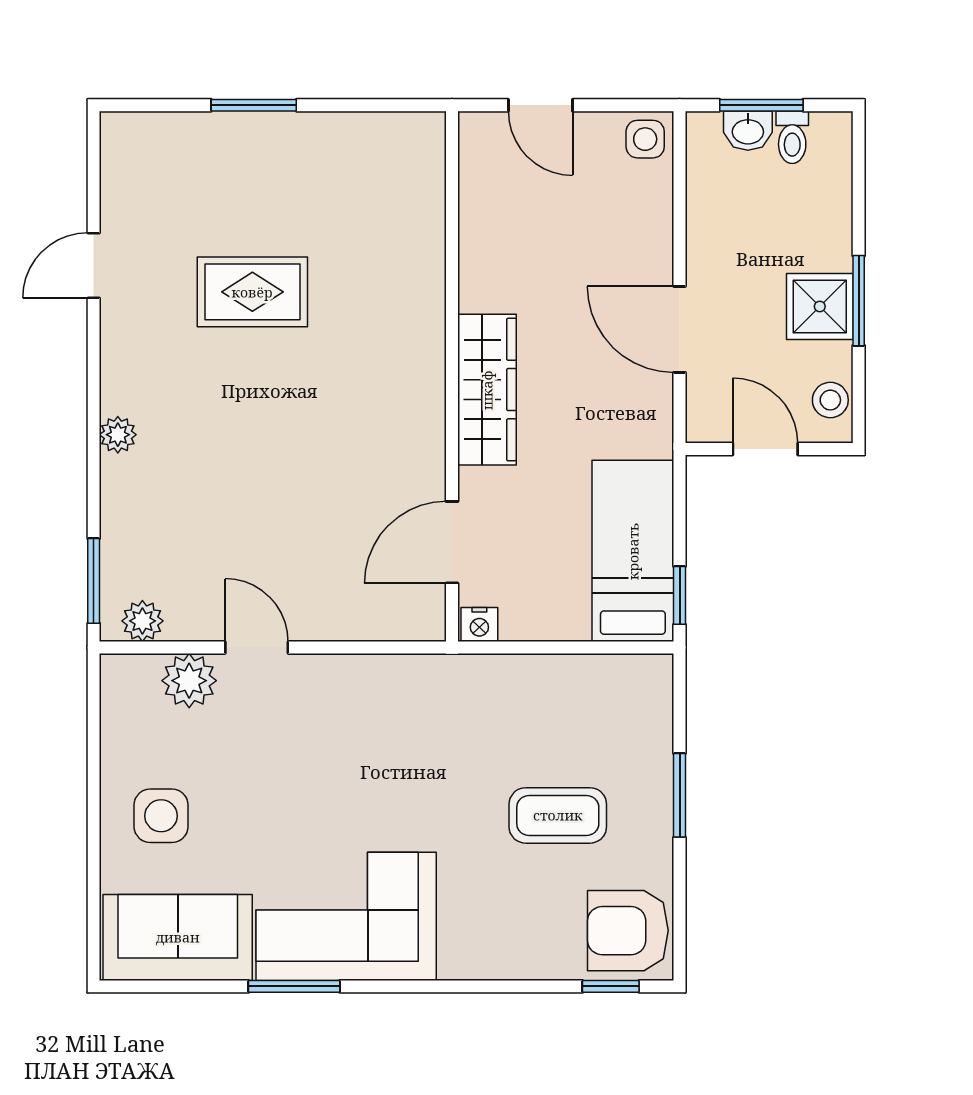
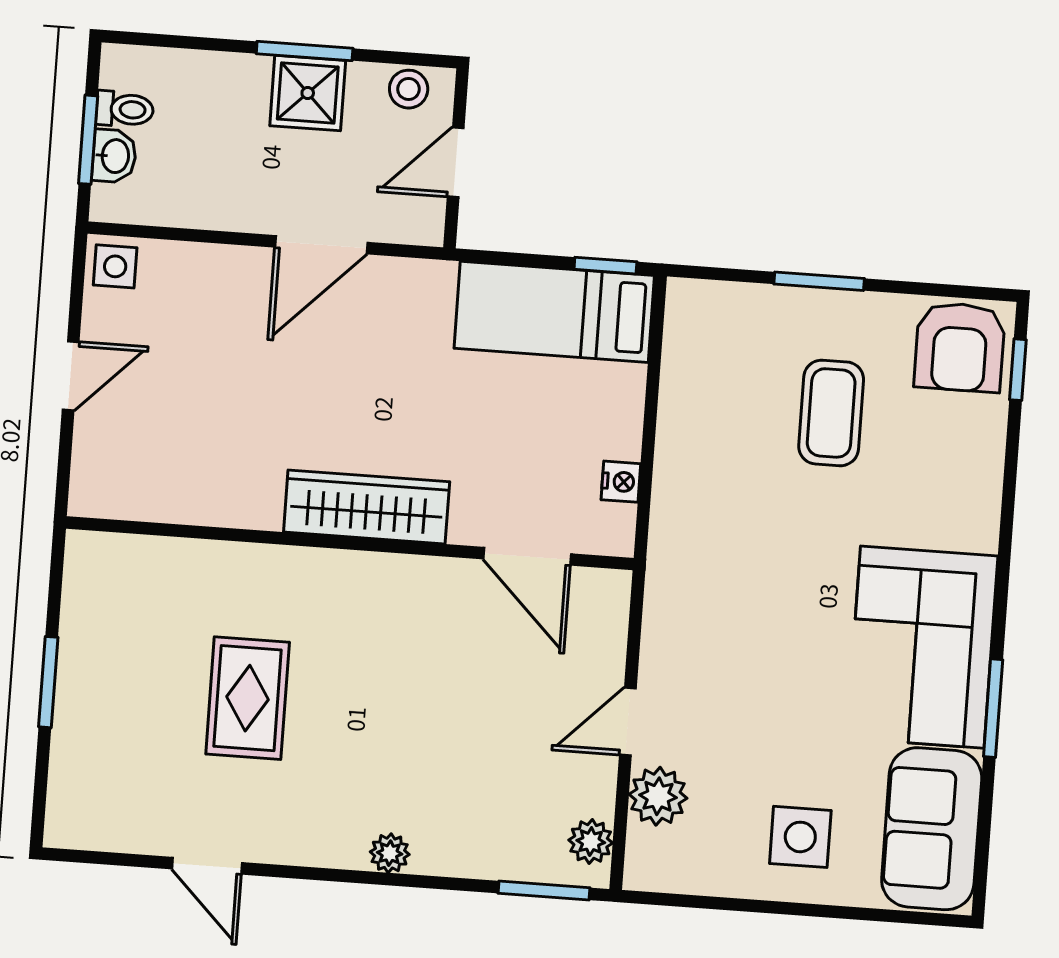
wall: (452, 376) -> (350, 543), moved
wardrobe: (487, 390) -> (367, 507), moved
door: (452, 542) -> (527, 556), moved

